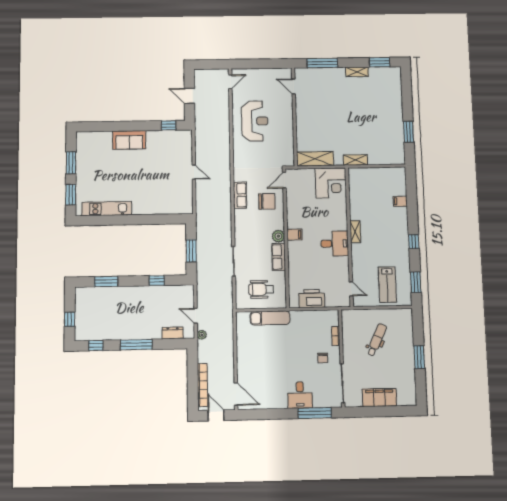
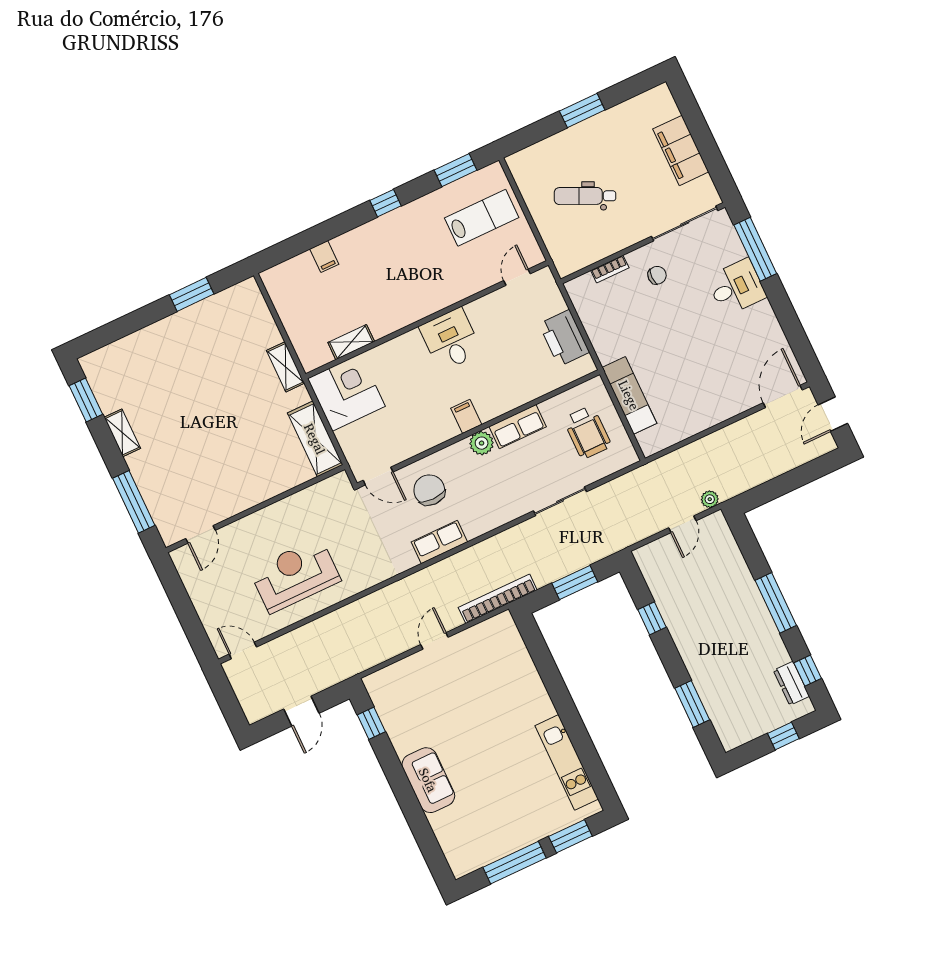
window: (71, 163) -> (515, 863), width x1.44
shelving: (355, 232) -> (351, 342), moved
dresser: (173, 333) -> (791, 683), moved
bookcase: (202, 385) -> (498, 599), moved

